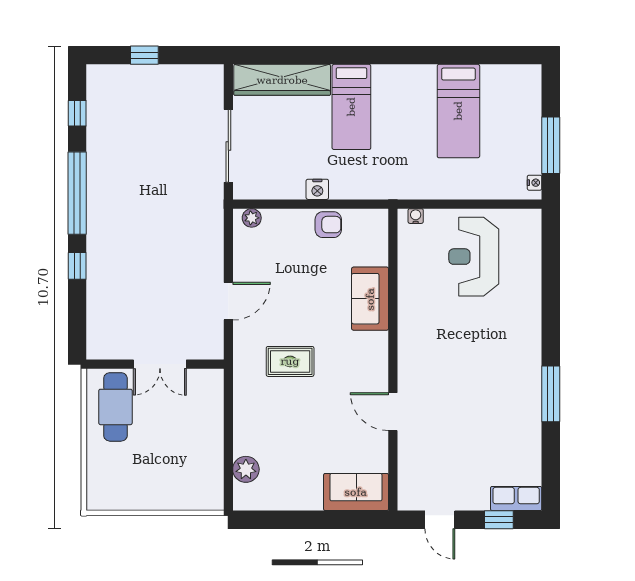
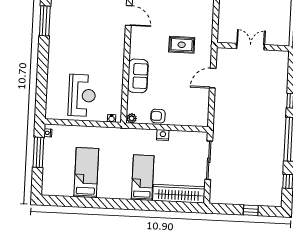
plant: (252, 218) -> (132, 118), moved
cafe table: (115, 407) -> (275, 25), removed

